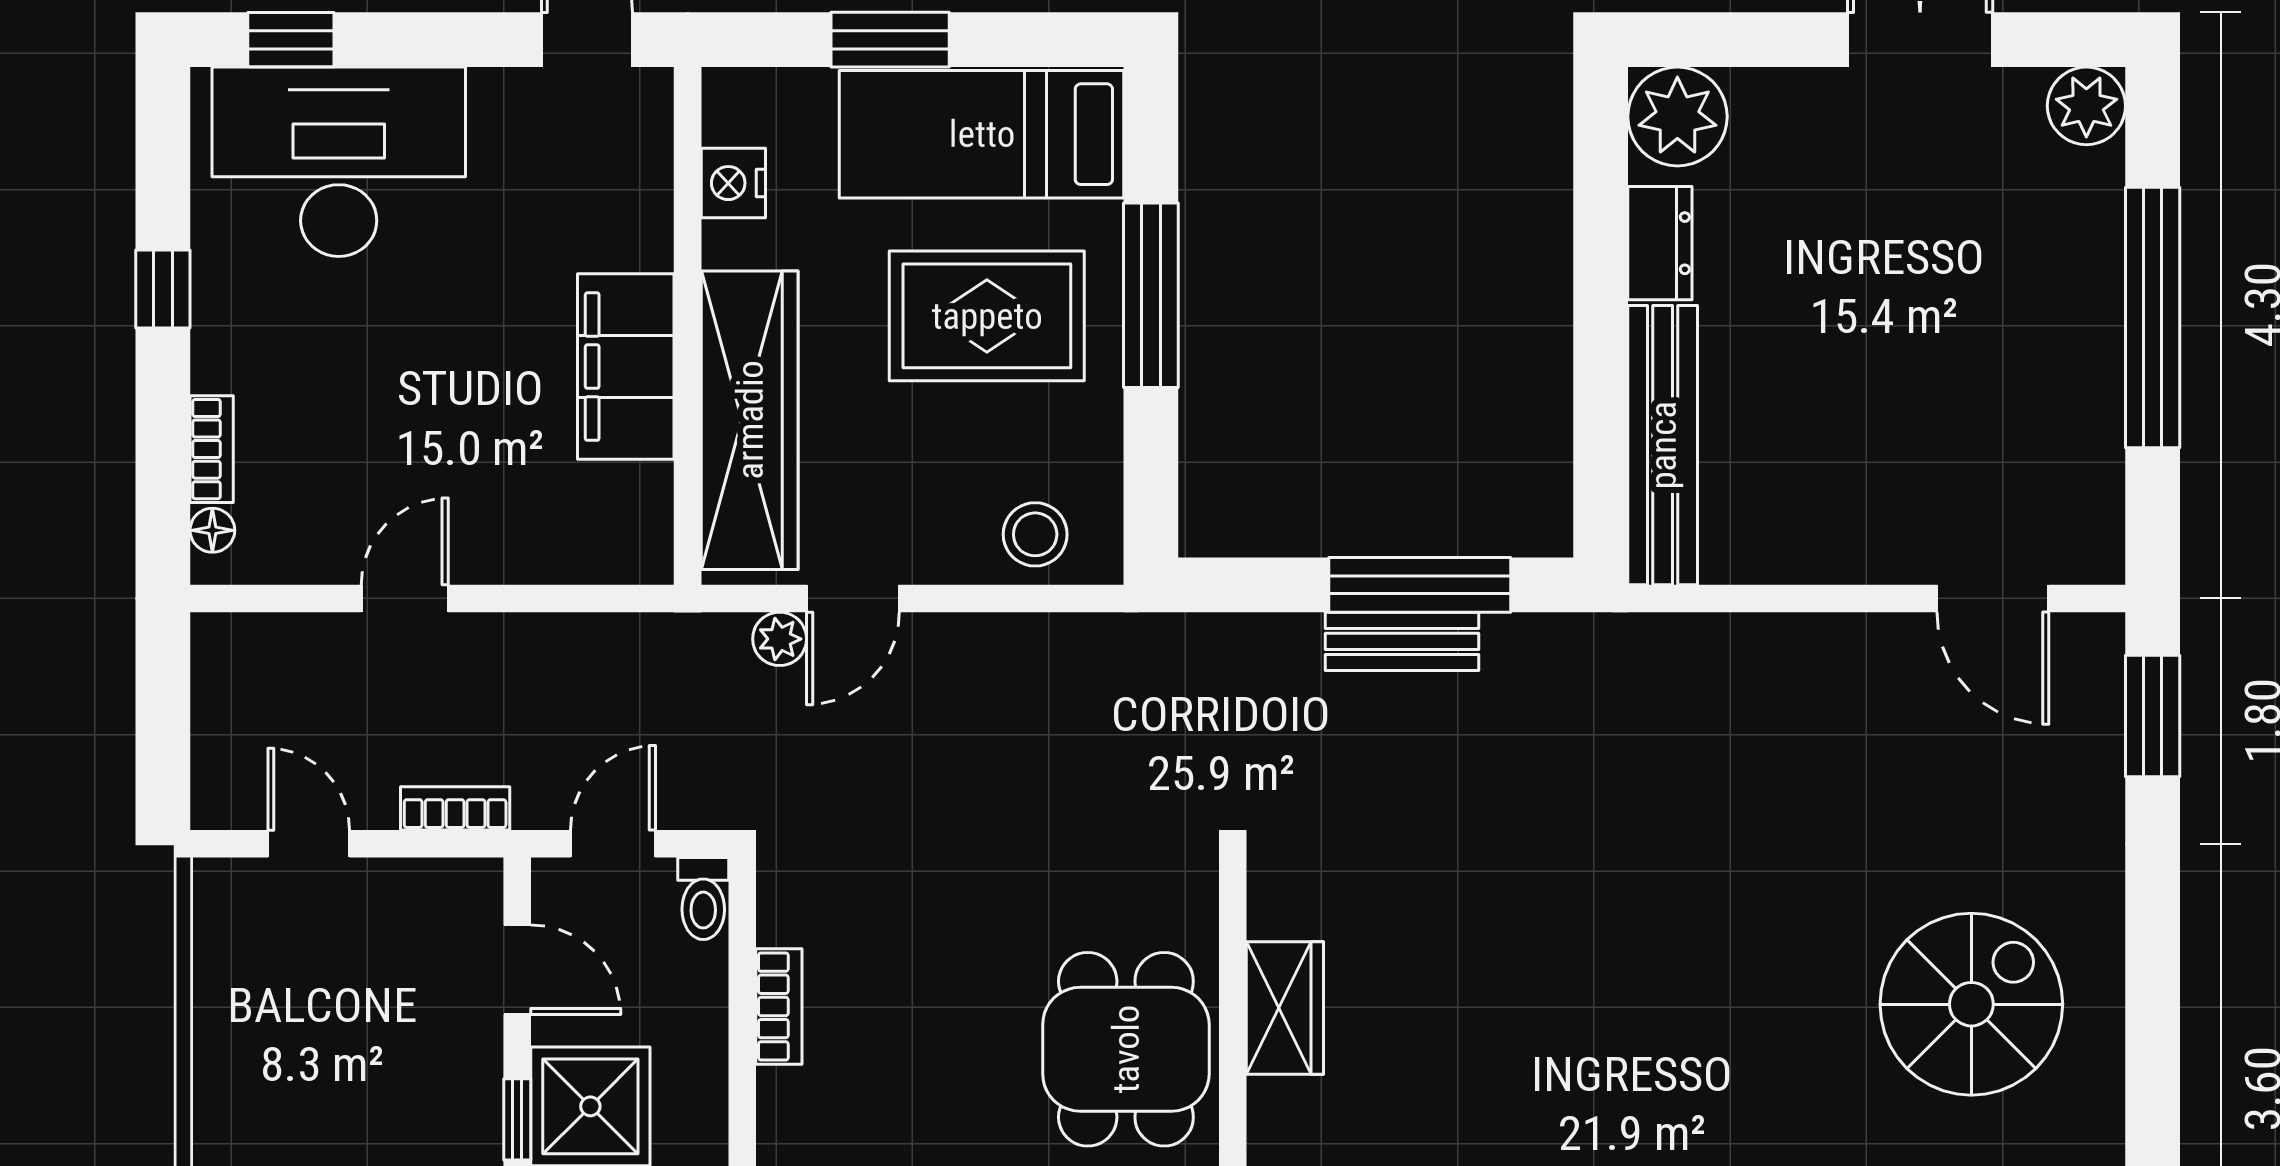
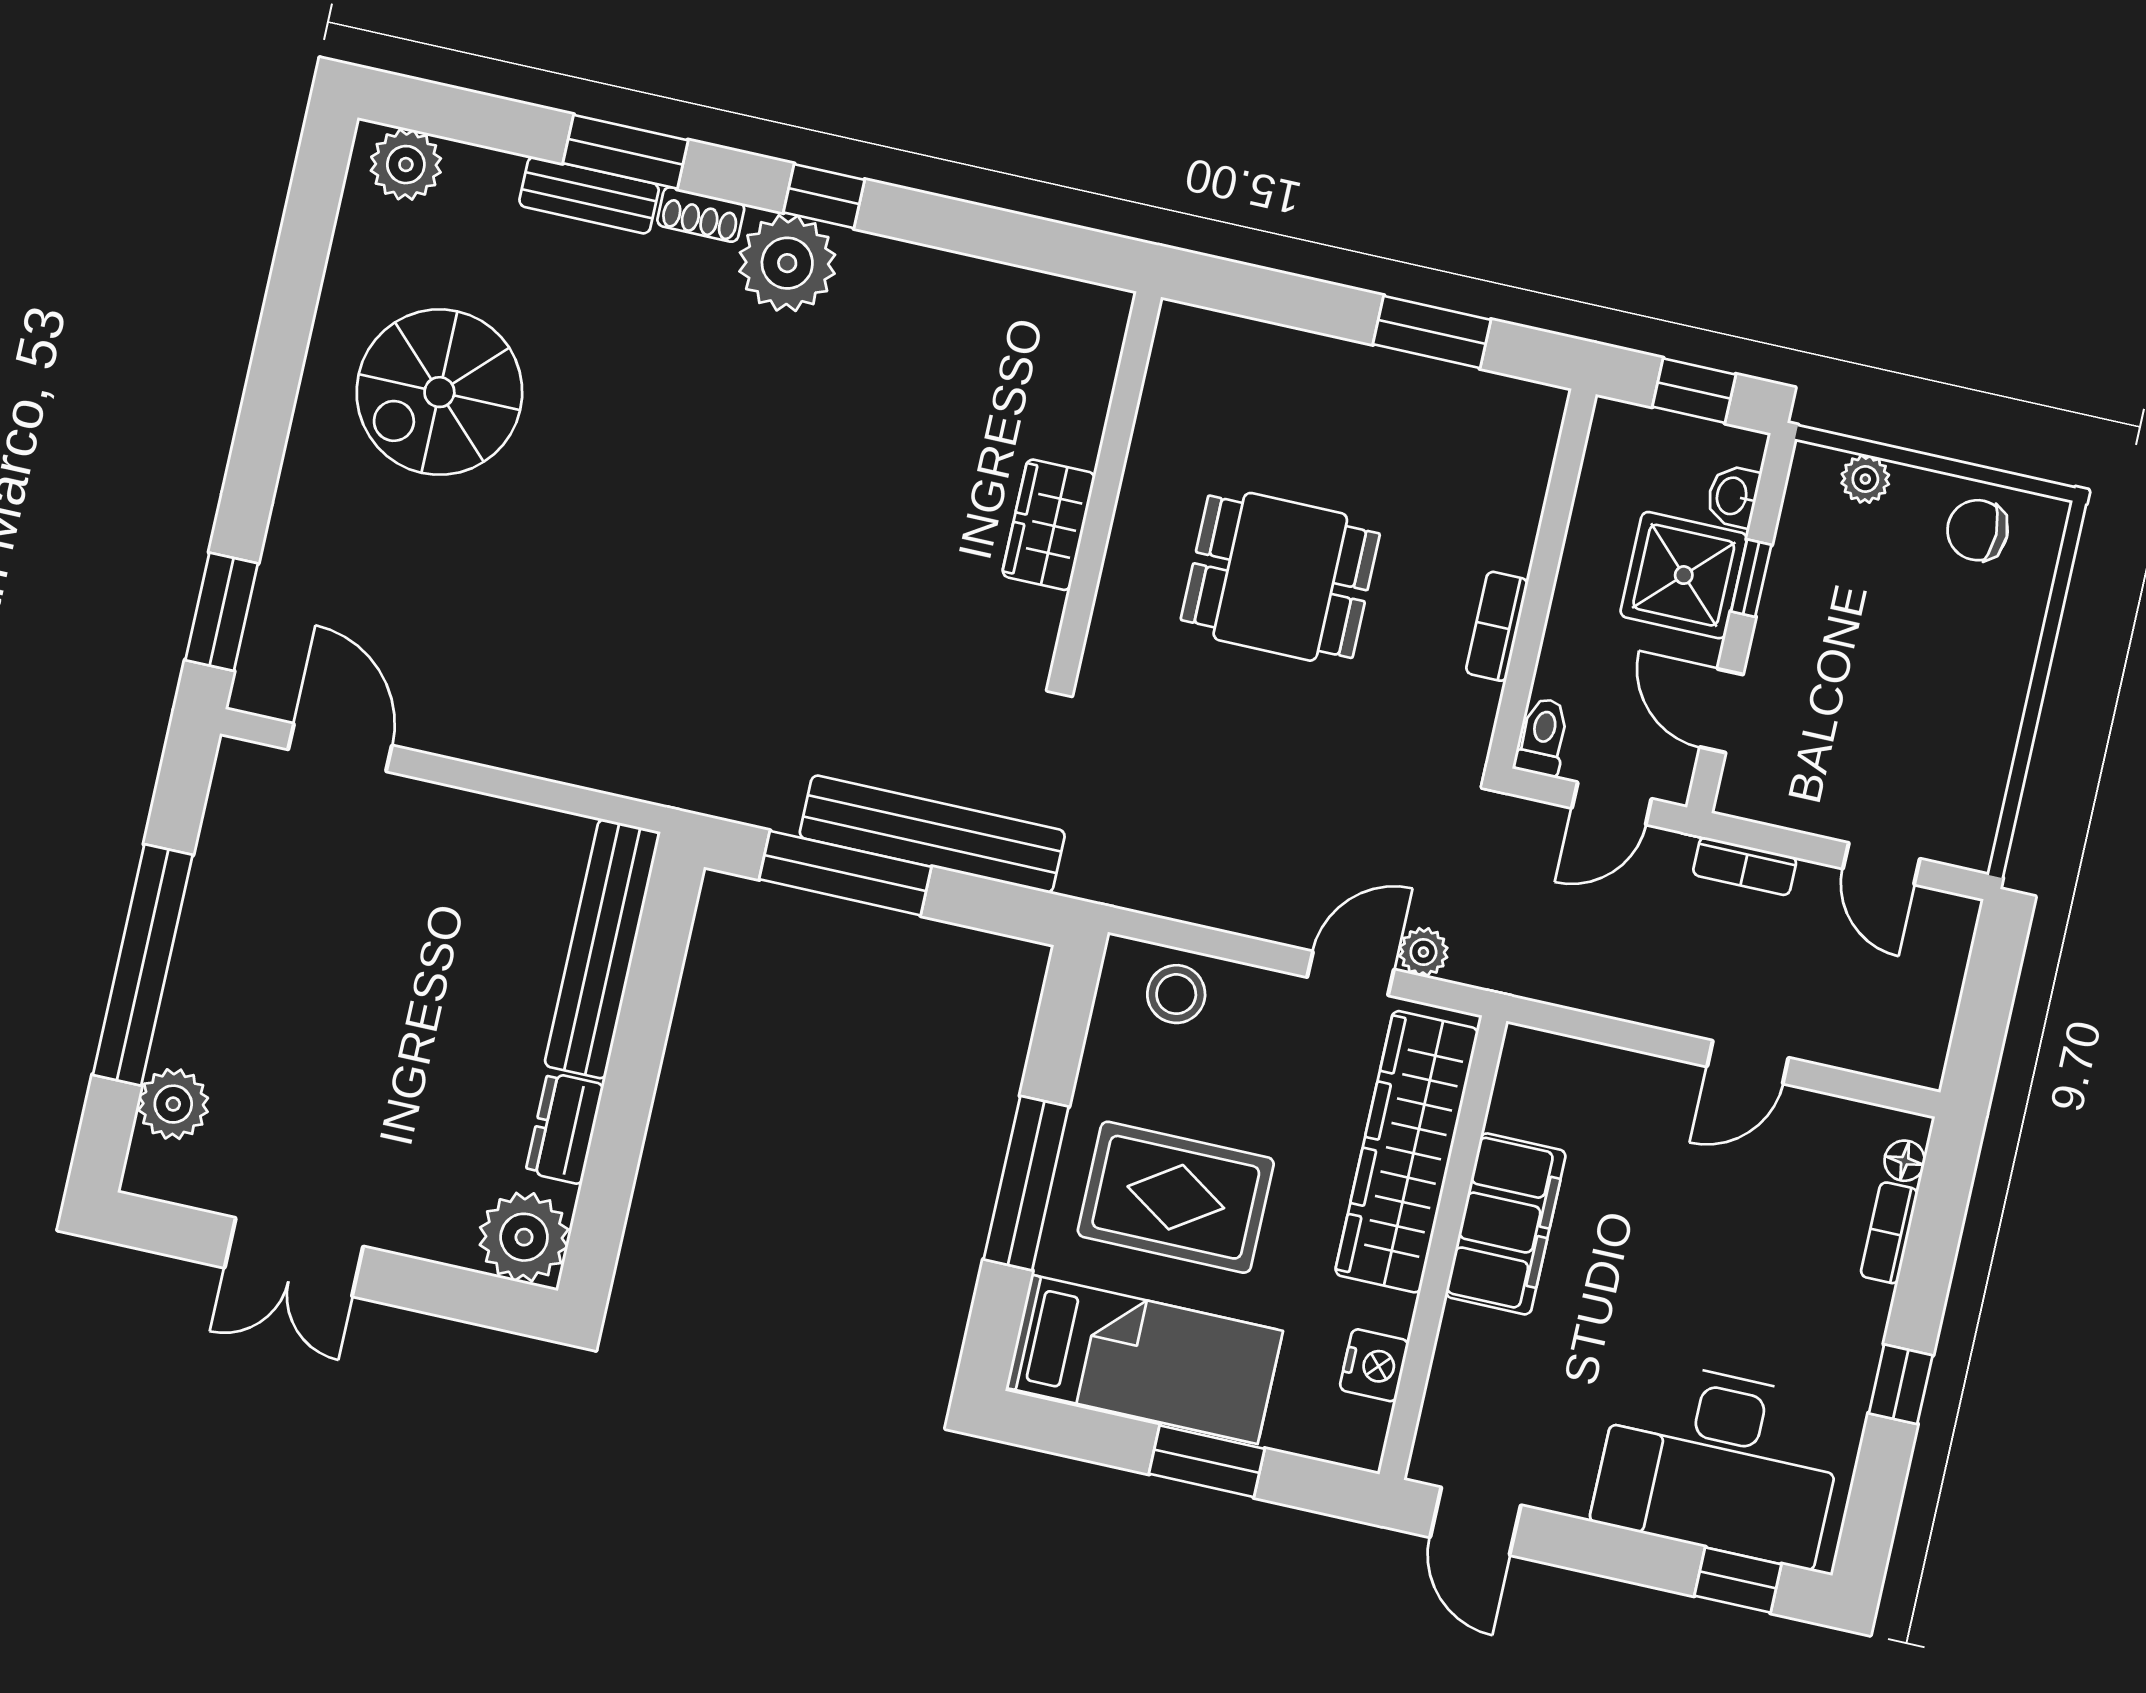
plant: (2086, 106) -> (173, 1104), moved
bench: (1402, 641) -> (932, 834), width x1.86, depth x1.21
dining table: (1126, 1049) -> (1280, 577), moved, turned 90

